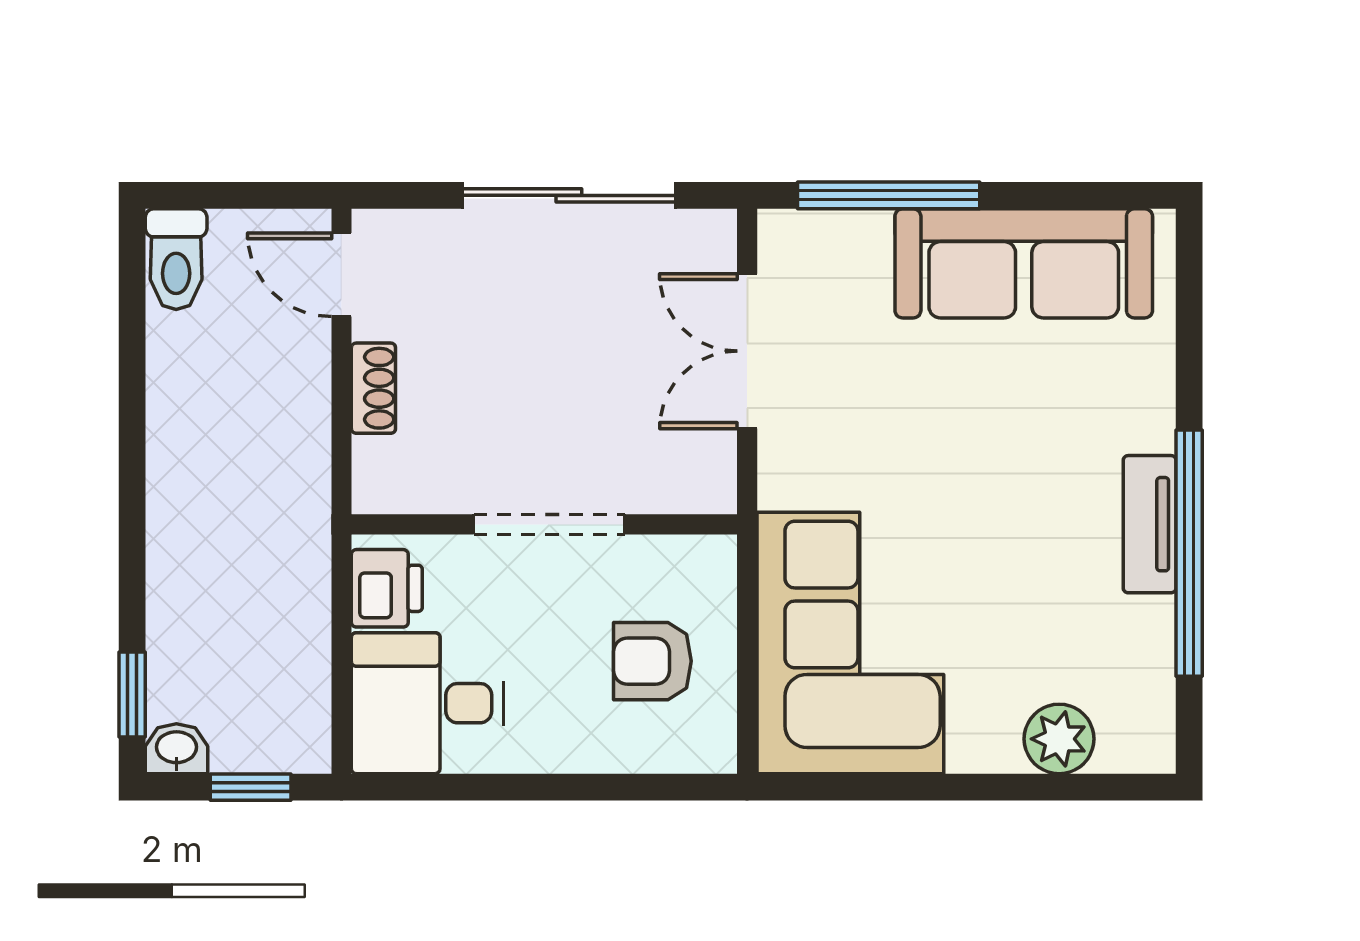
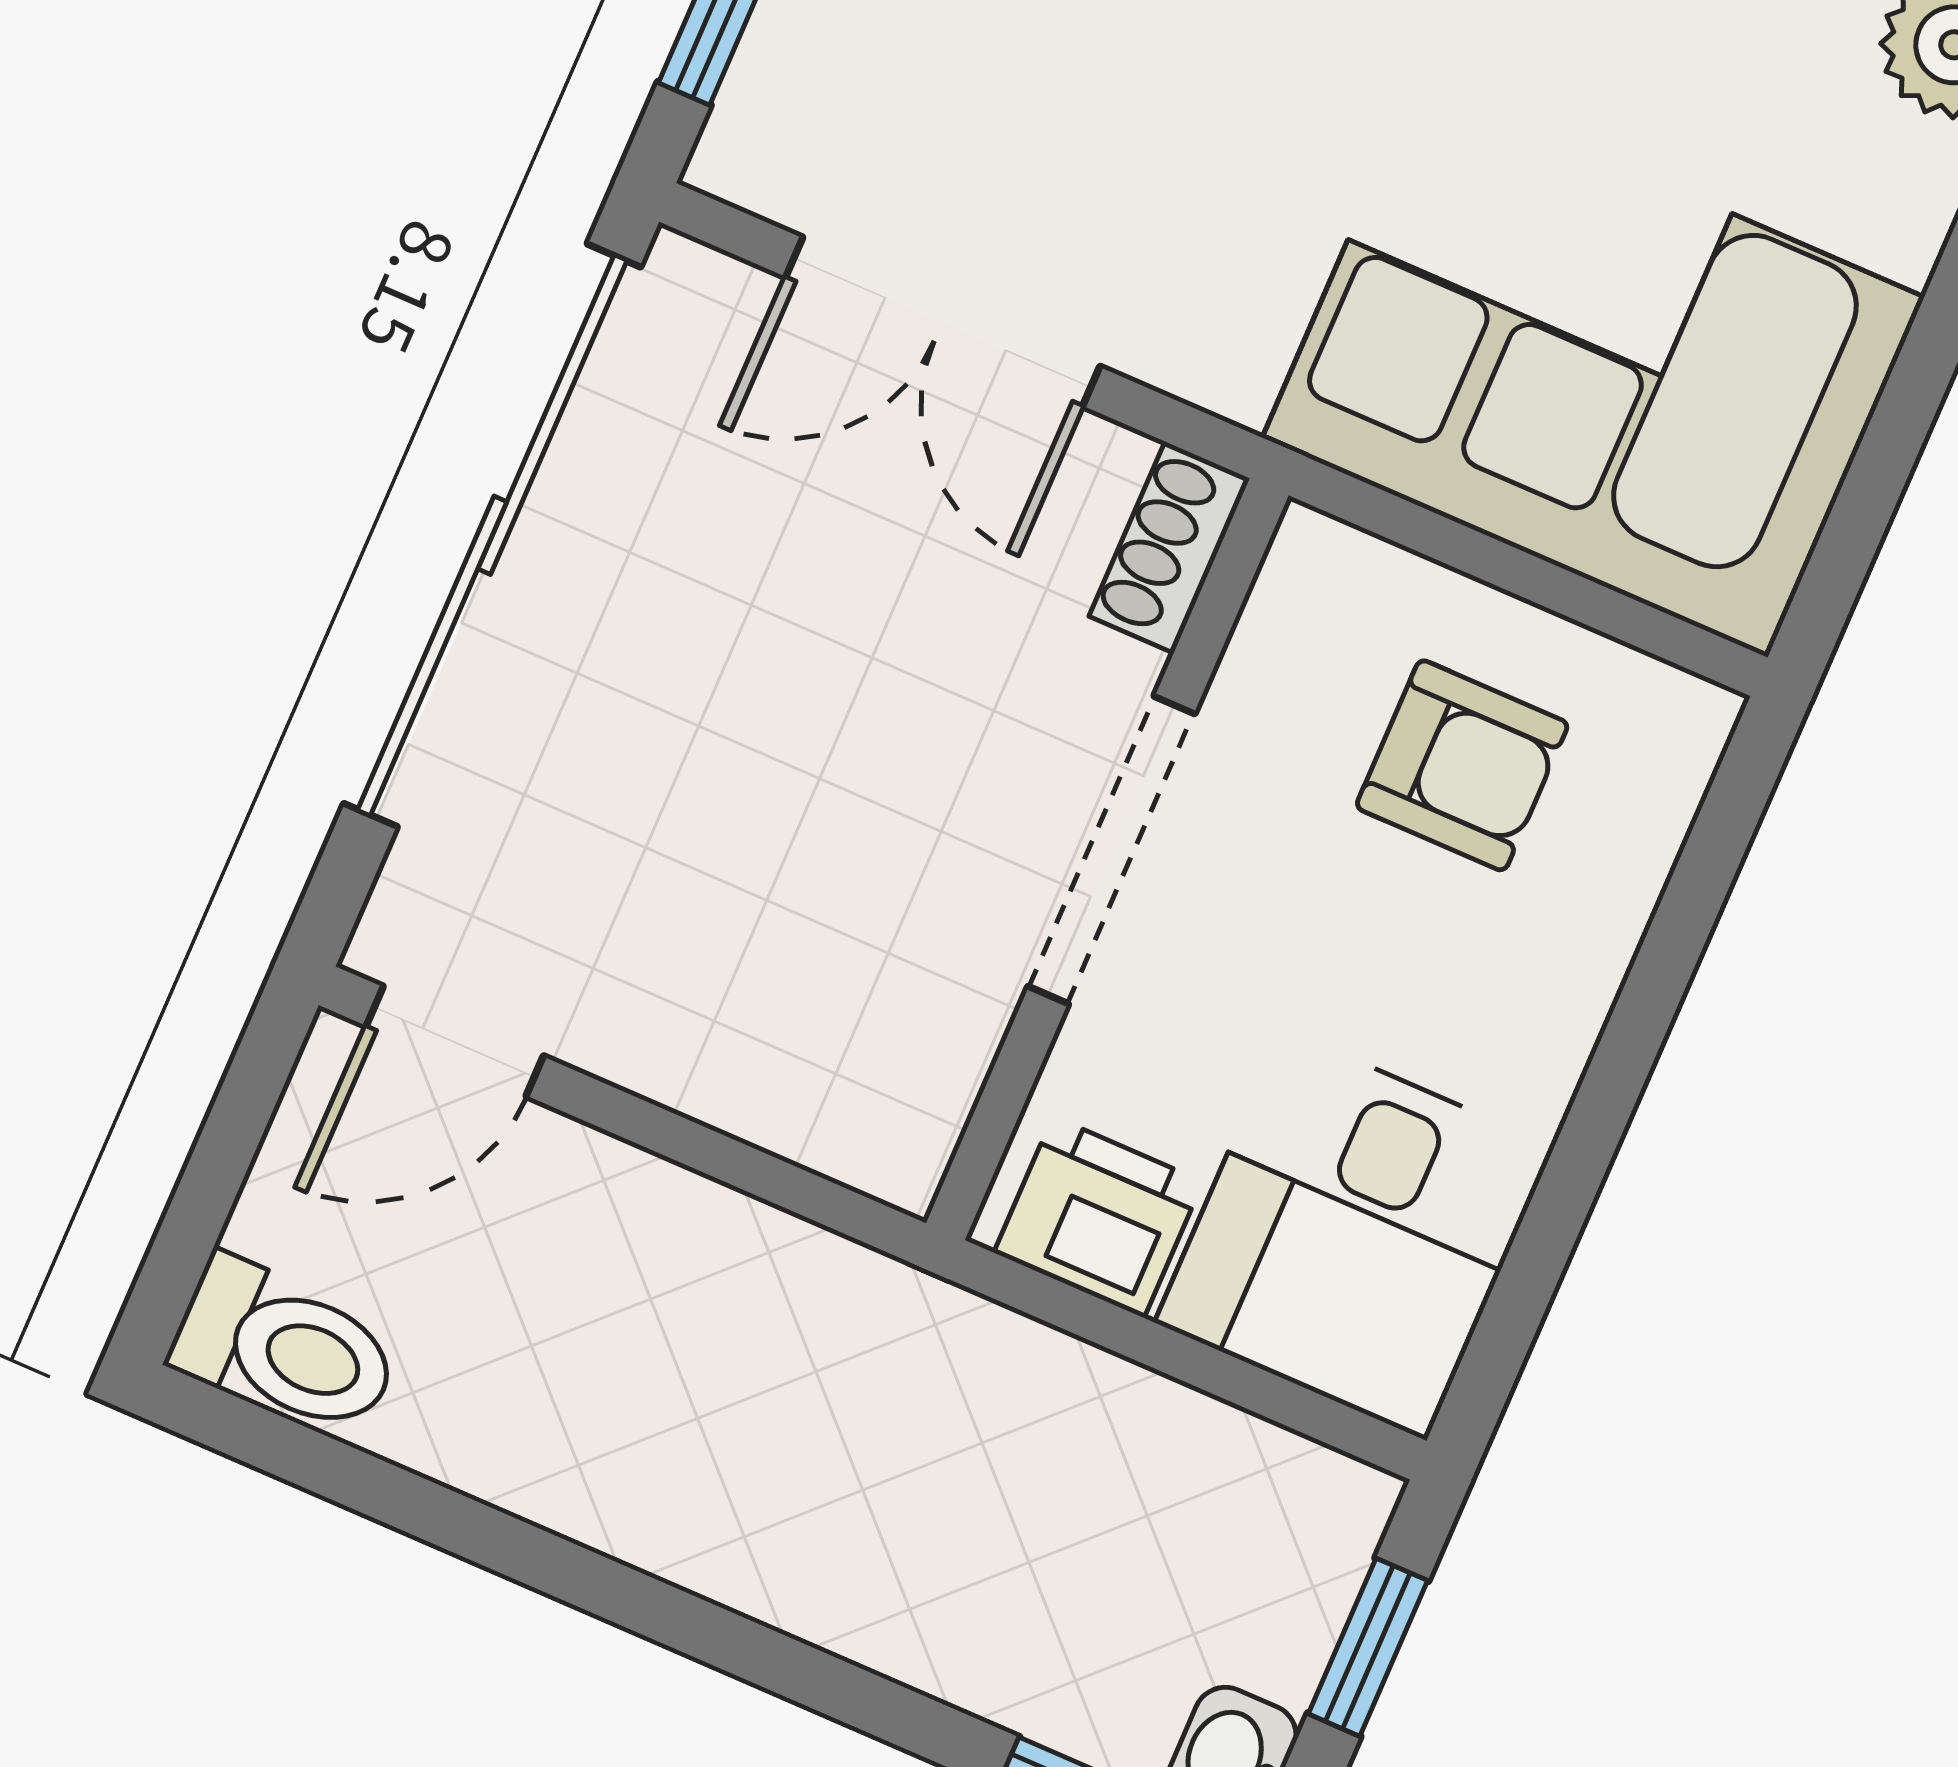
sliding door: (569, 195) -> (492, 535), width x1.36
shoe rack: (373, 388) -> (1169, 547), moved, turned -90
armchair: (652, 661) -> (1462, 765), turned -90

